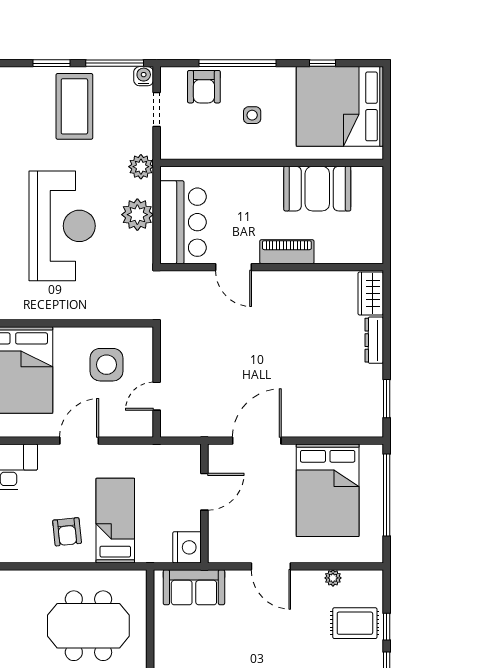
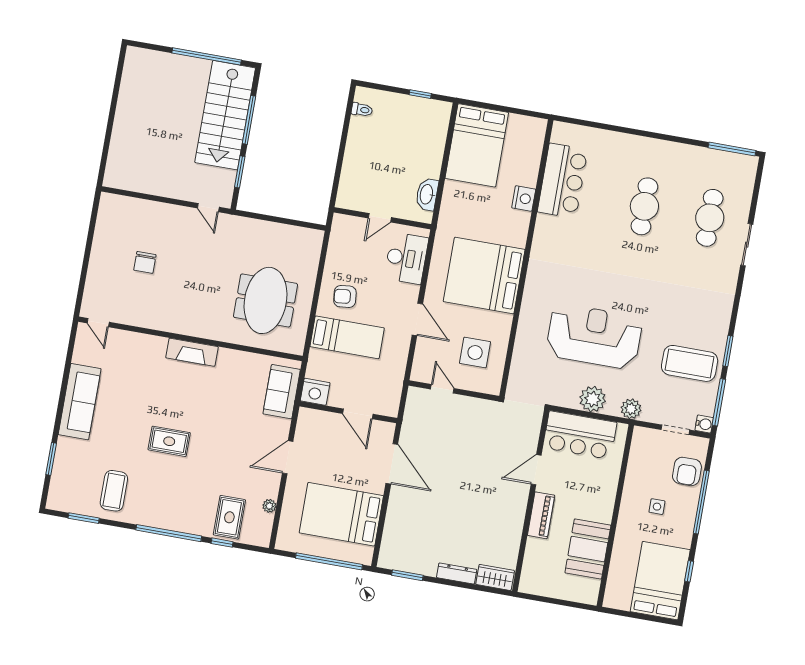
armchair: (204, 87) -> (687, 471), turned -90
bed: (340, 106) -> (660, 581), width x0.73
reception desk: (62, 226) -> (594, 336), turned 180

